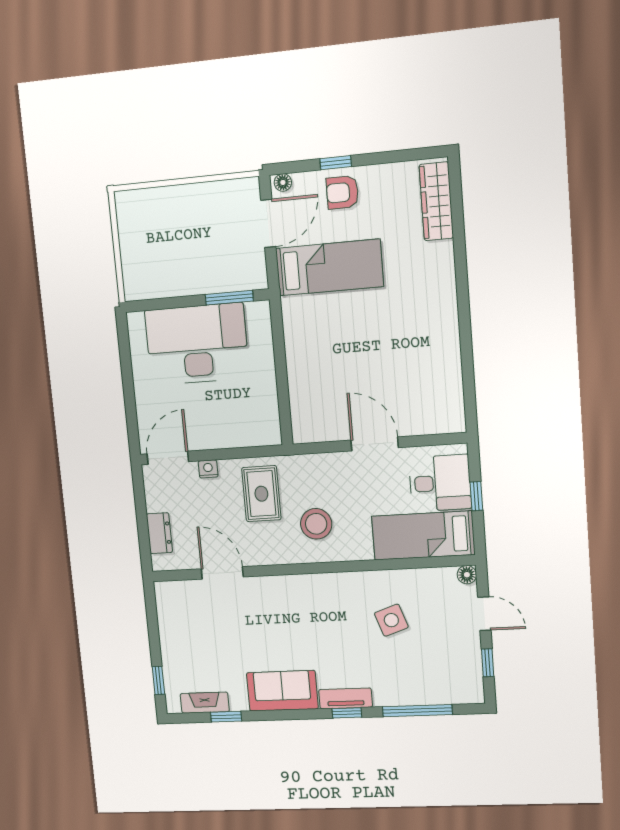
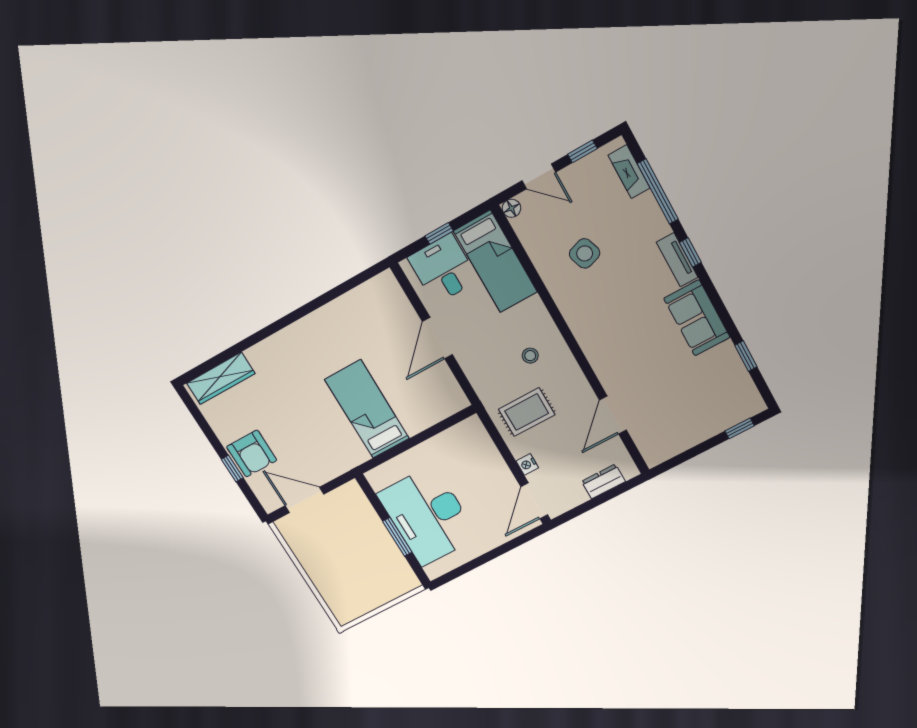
floor lamp: (283, 182) -> (268, 502), removed
armchair: (342, 192) -> (252, 454), width x1.38, depth x1.38
bed: (329, 267) -> (367, 409), moved
window: (229, 298) -> (397, 537), moved
door: (168, 458) -> (534, 501), hinge flipped
stool: (316, 524) -> (530, 356), width x0.53, depth x0.53
door: (484, 614) -> (539, 176), swing flipped
fireplace: (205, 703) -> (629, 172), moved

